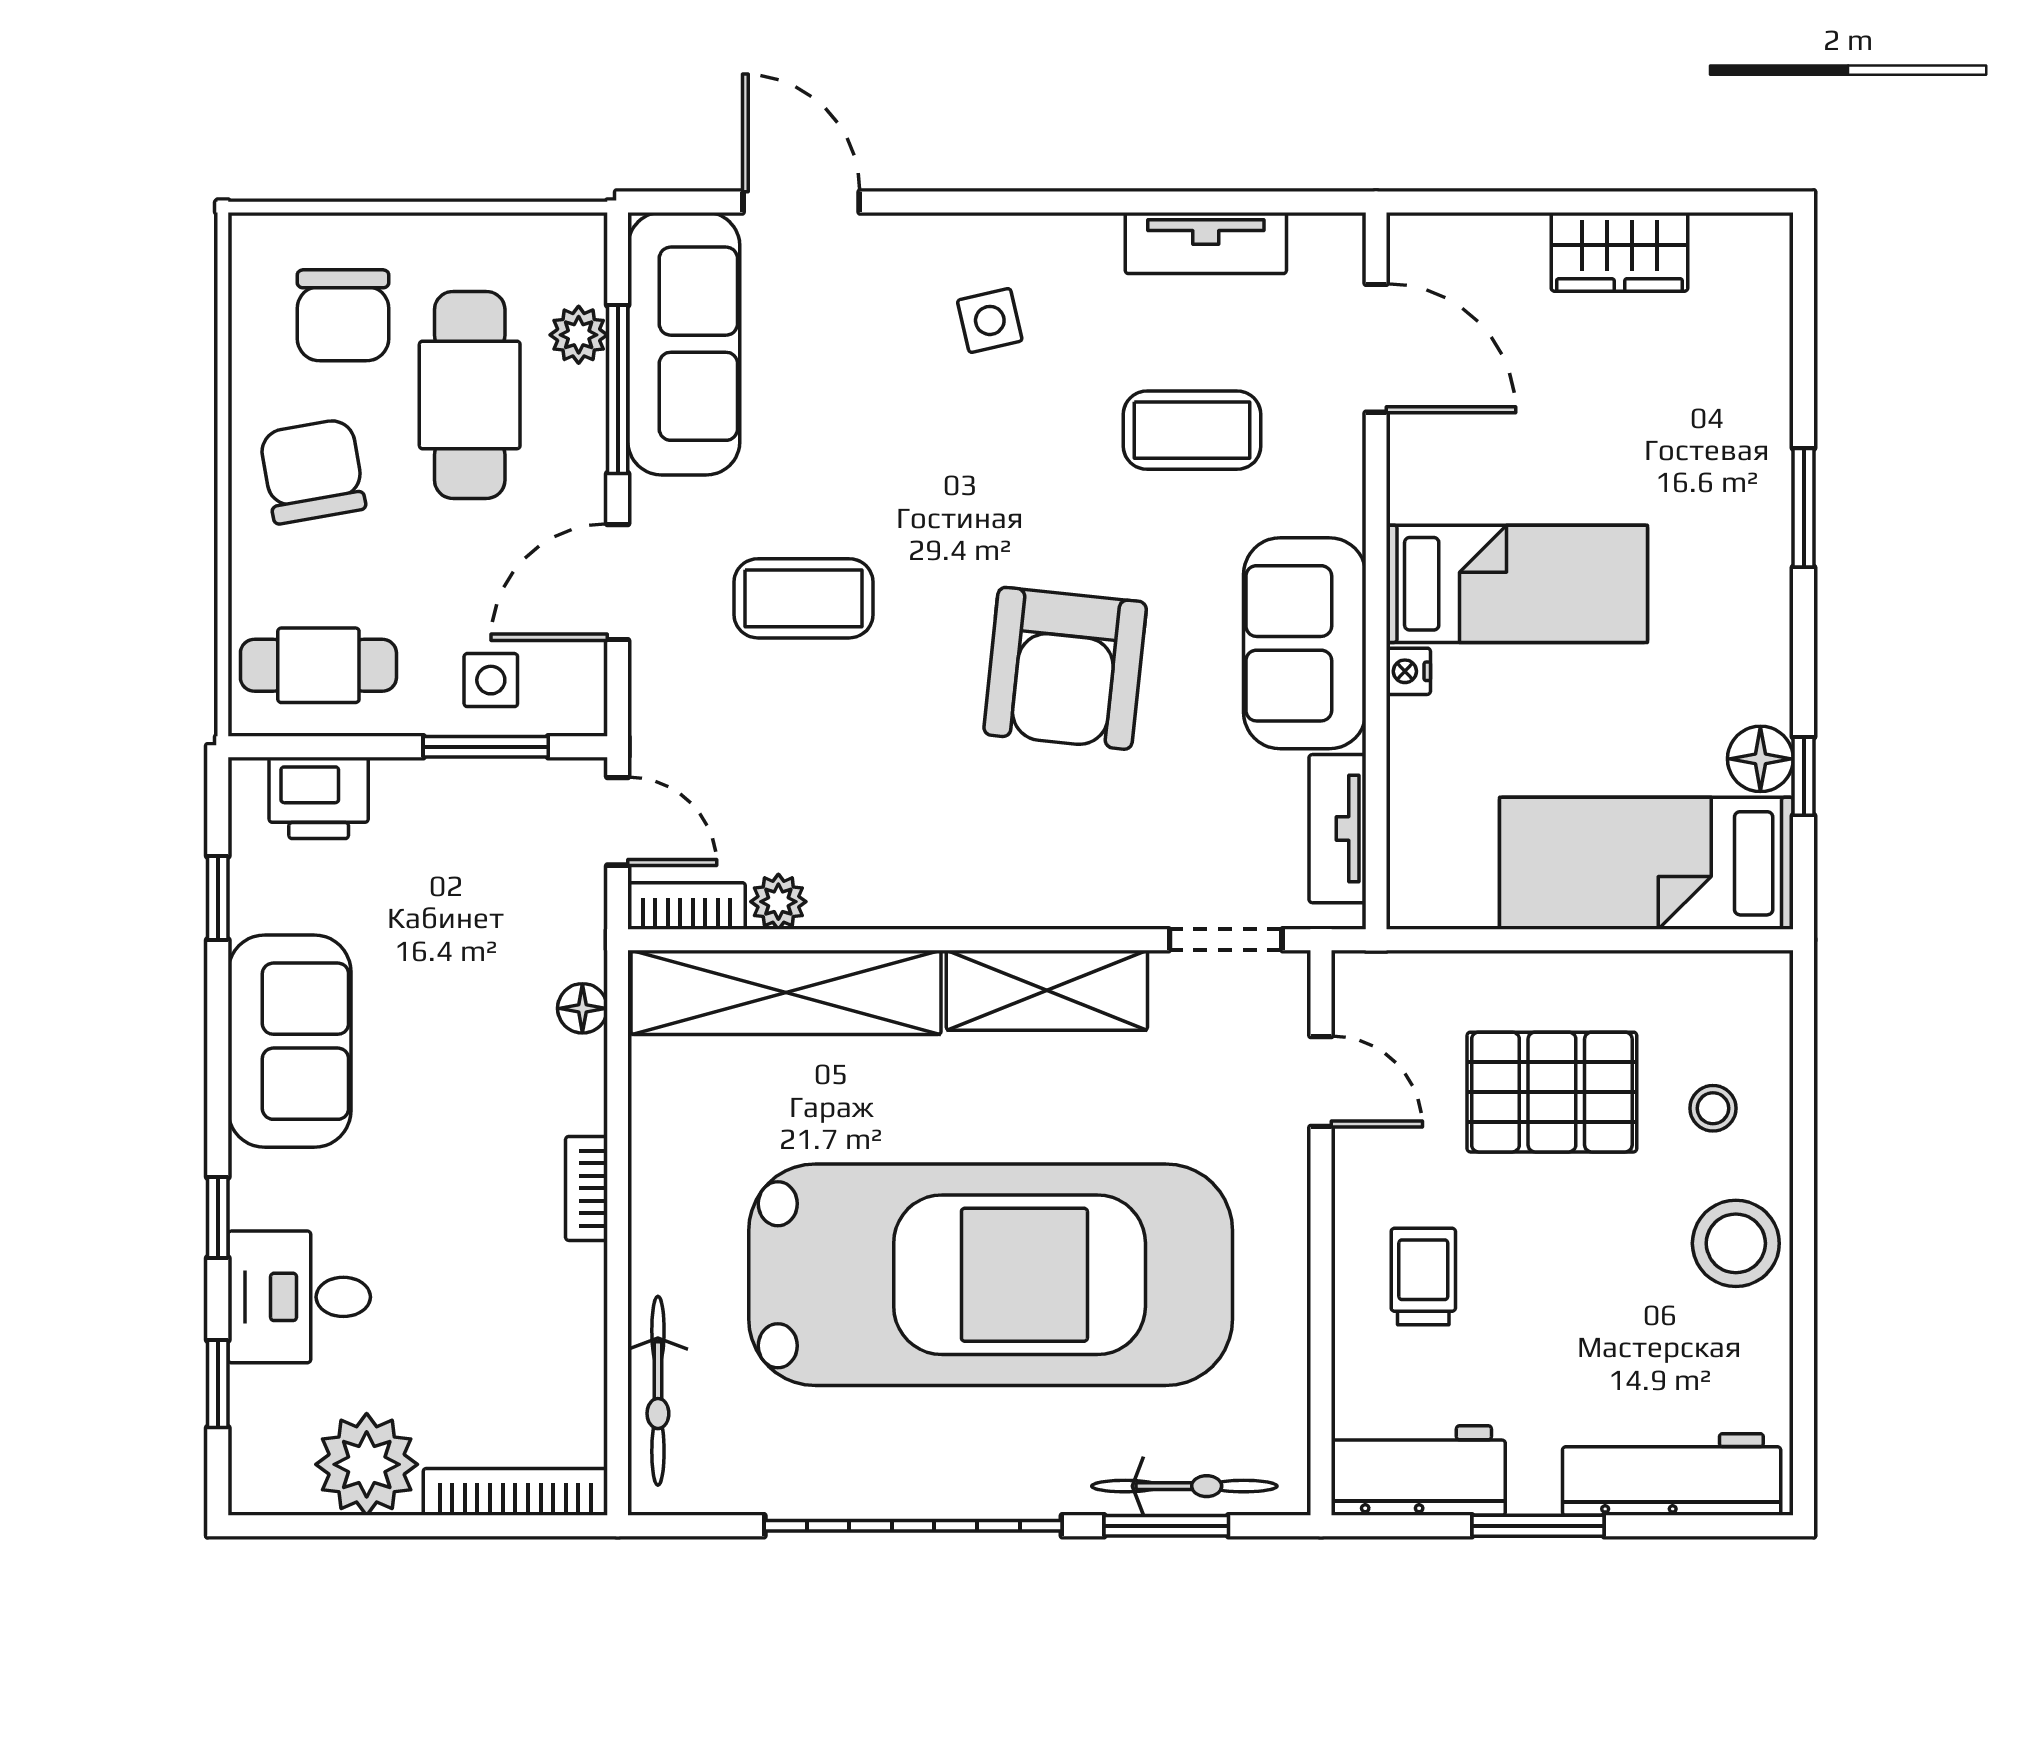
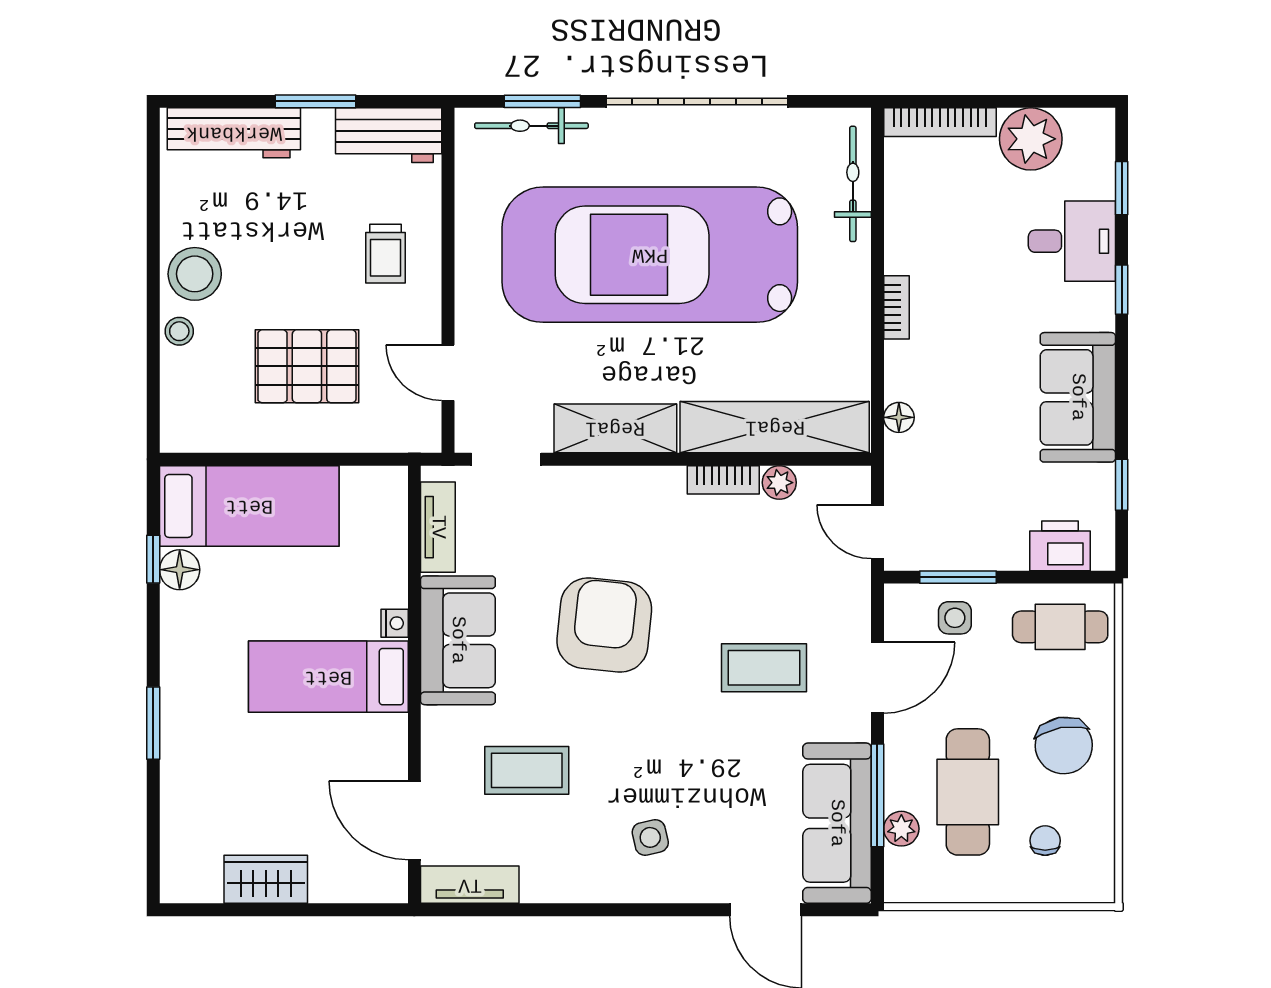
tv unit: (1206, 243) -> (470, 885), moved
chair: (343, 315) -> (1045, 841), width x0.54, depth x0.54
bookcase: (687, 906) -> (723, 480), moved
stool: (1713, 1108) -> (179, 331), moved

